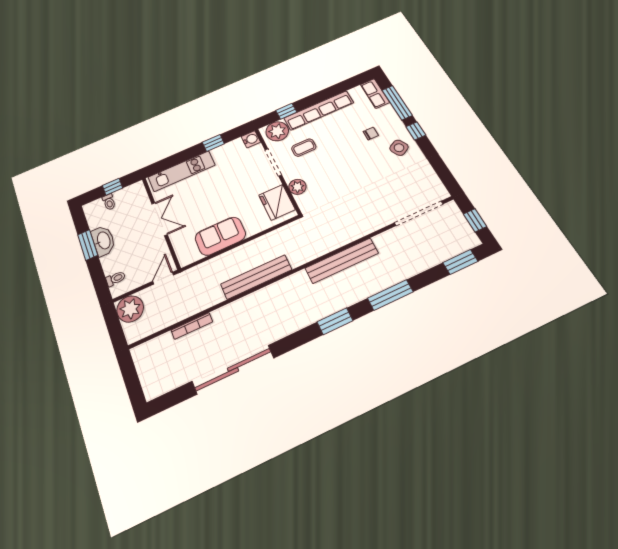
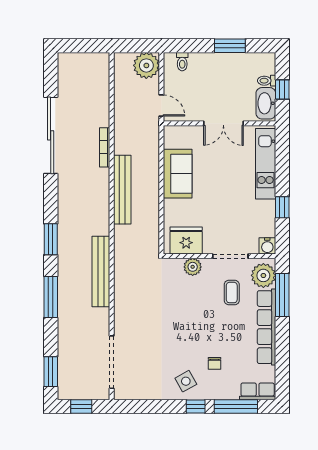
window: (286, 111) -> (282, 295), width x2.17
washbasin: (103, 241) -> (266, 103), moved, turned 90
bookcase: (192, 326) -> (105, 147), moved

